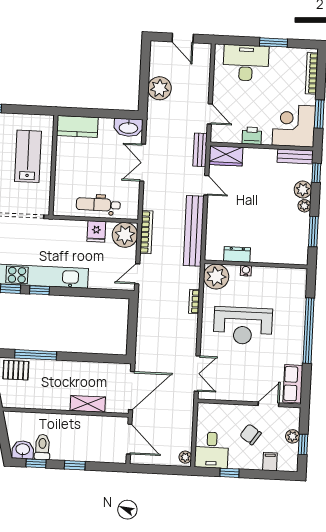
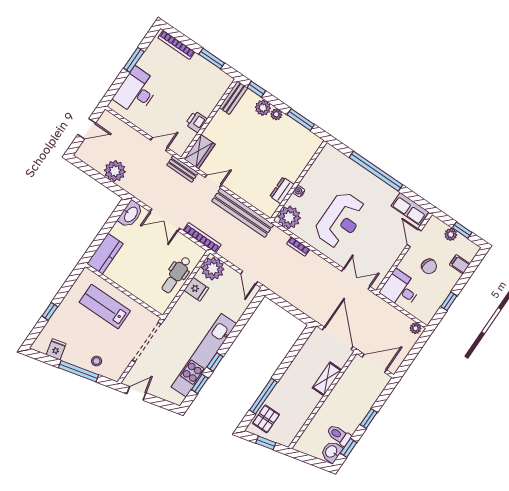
corner desk: (294, 126) -> (209, 84), removed
bookcase: (146, 232) -> (202, 238), moved
chair: (251, 434) -> (429, 266), turned -107
desk: (212, 450) -> (401, 289), moved, turned 180

